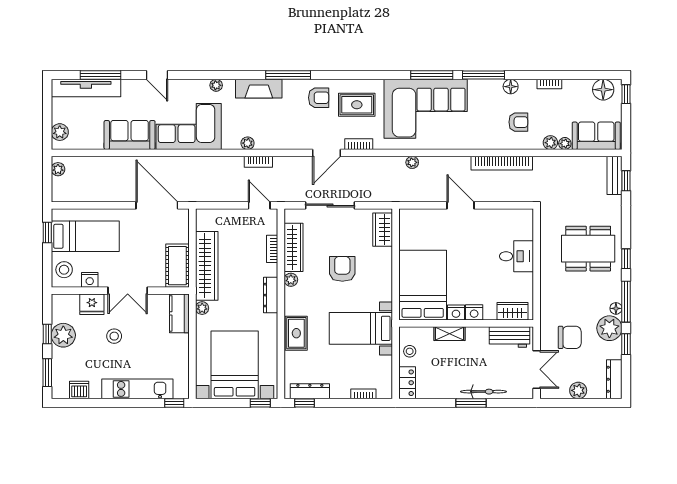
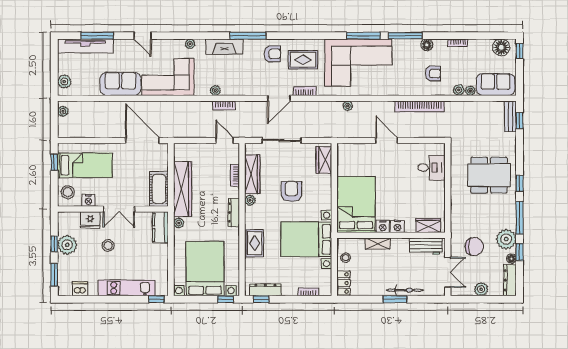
desk: (516, 256) -> (431, 168), moved
floor lamp: (616, 308) -> (511, 259), moved
bed with nightstands: (361, 328) -> (306, 239), width x1.36

